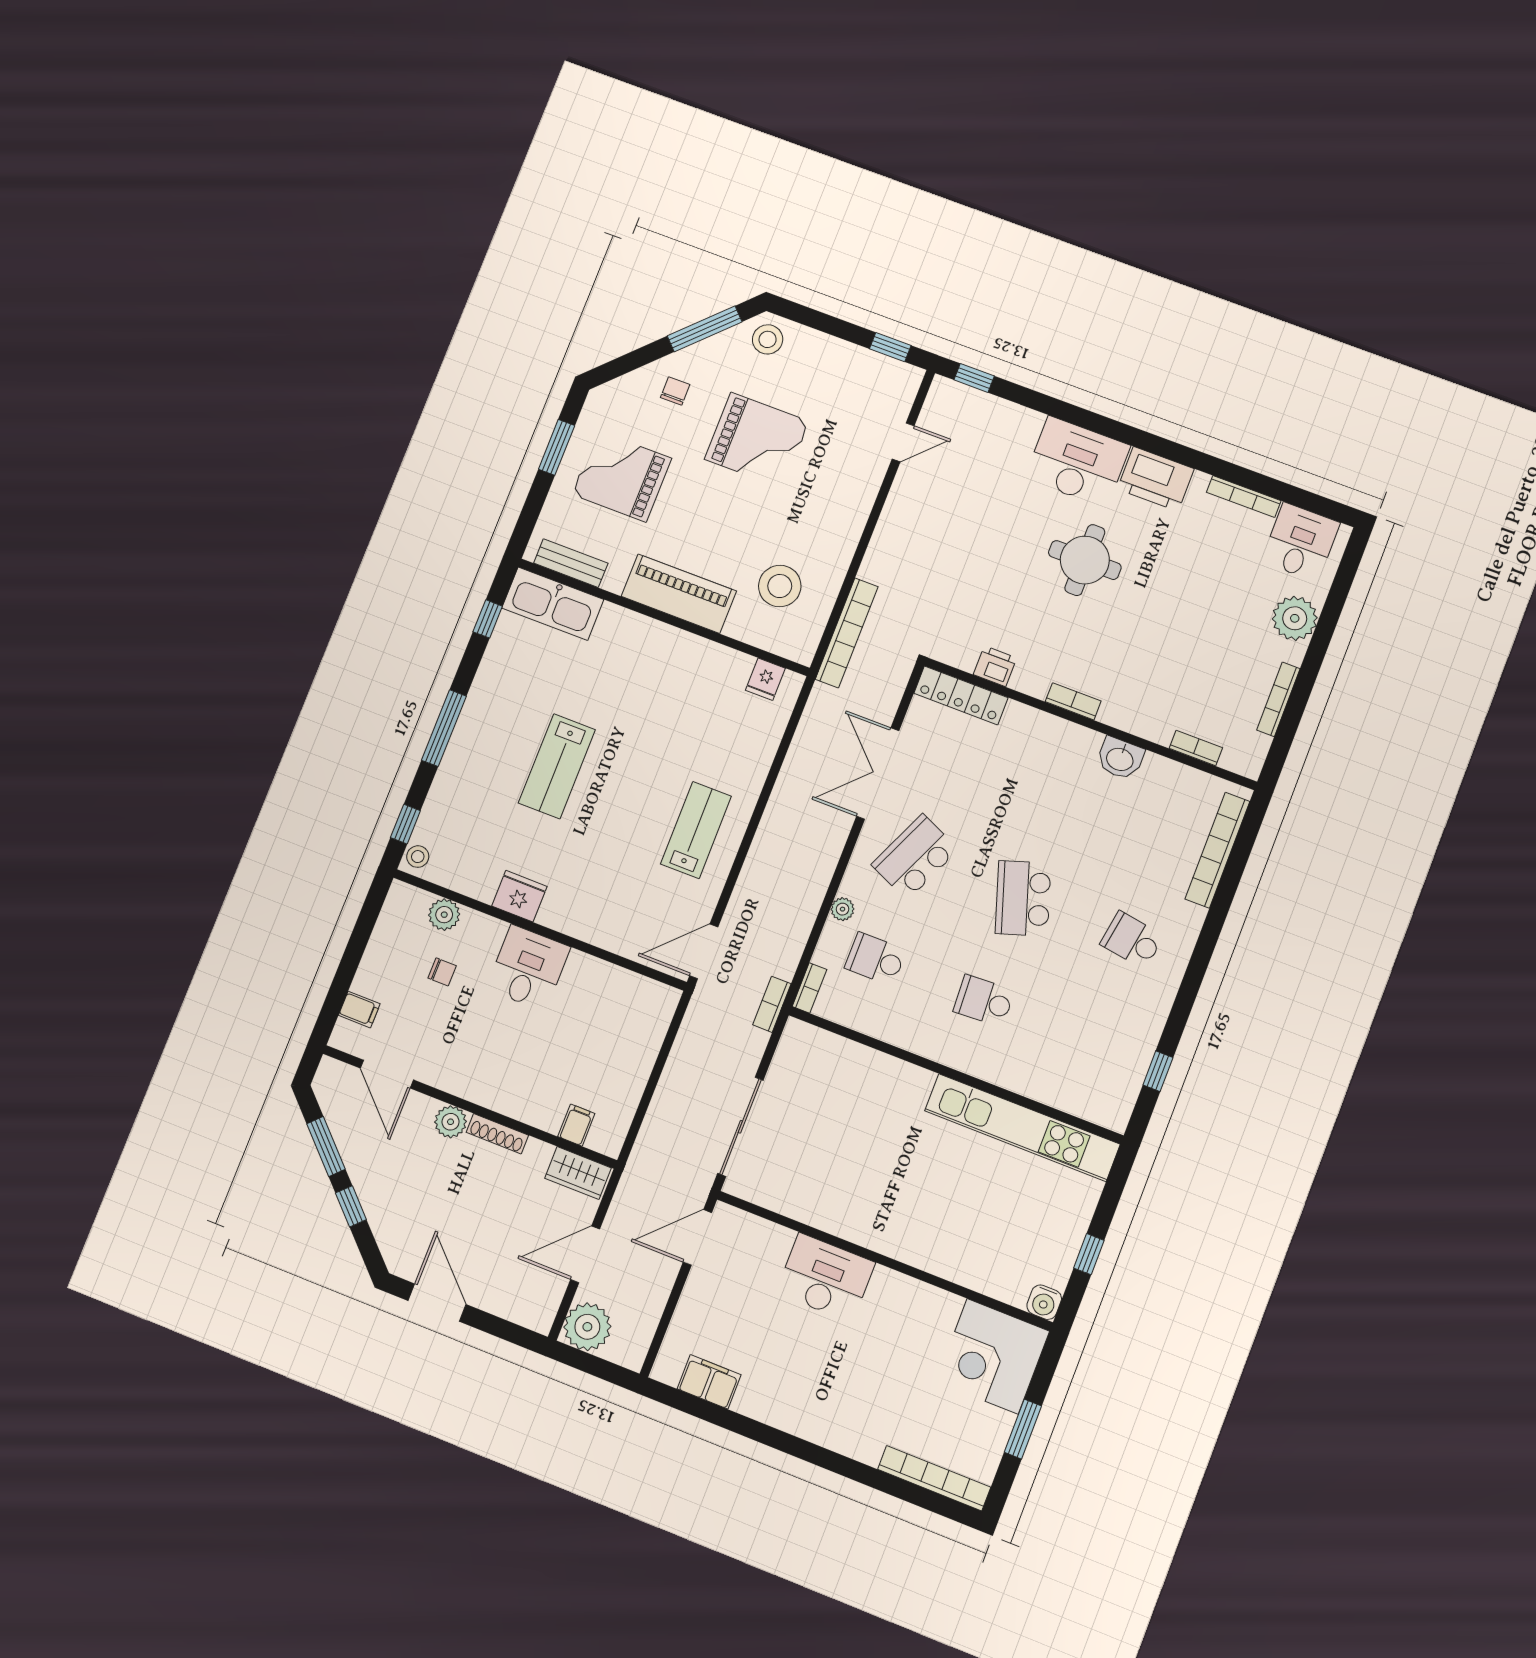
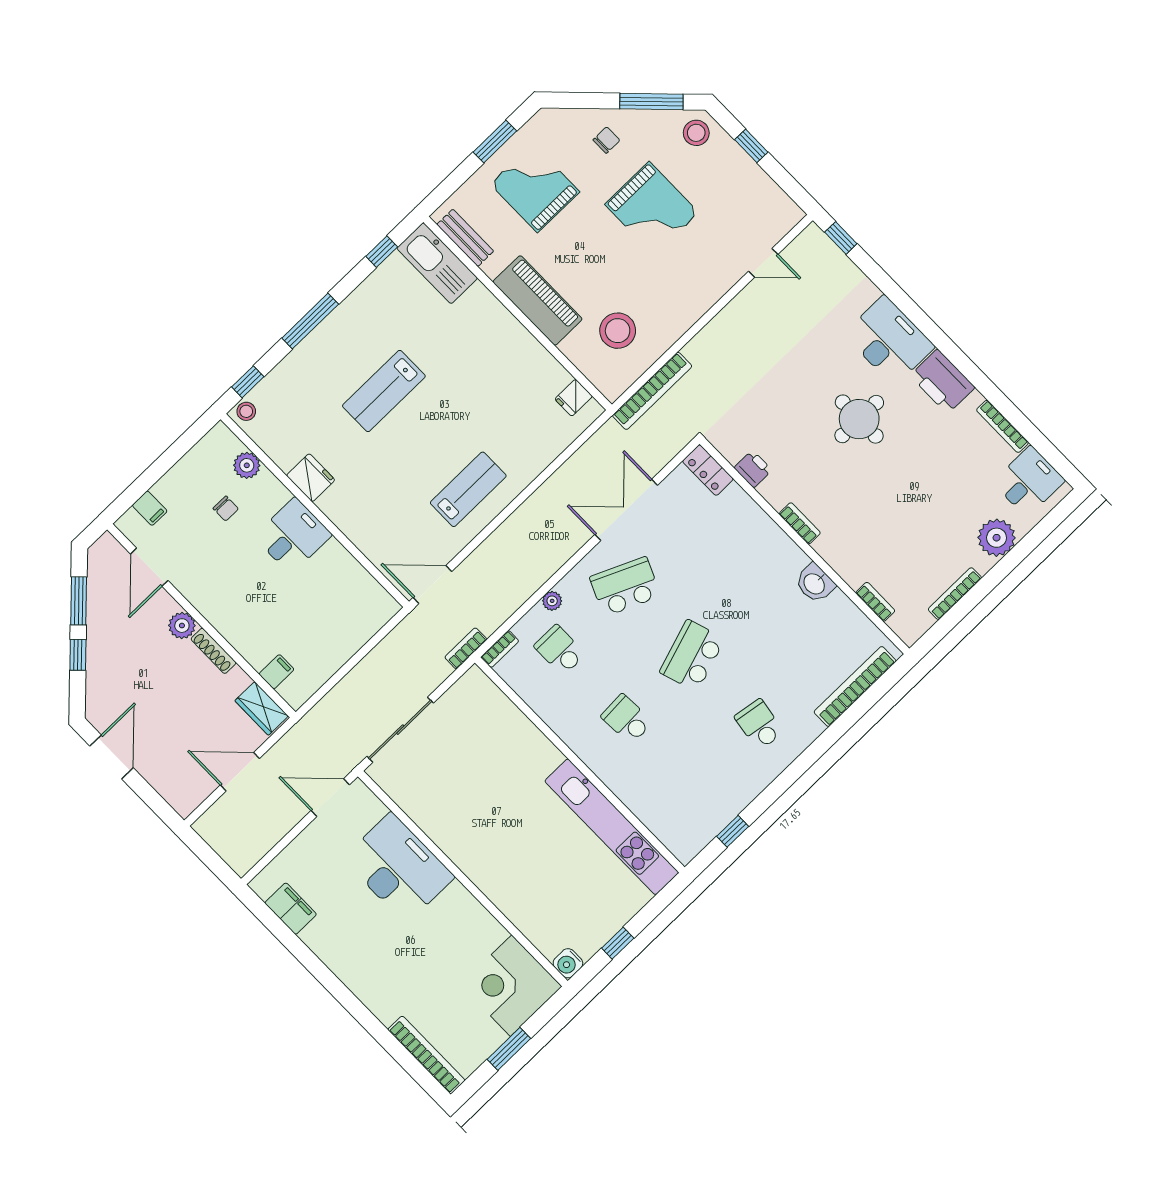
window: (890, 347) -> (751, 146), moved
locker: (961, 695) -> (708, 470), width x0.66
desk: (826, 1278) -> (399, 868), width x1.36, depth x1.30
plant: (587, 1327) -> (217, 826), removed

